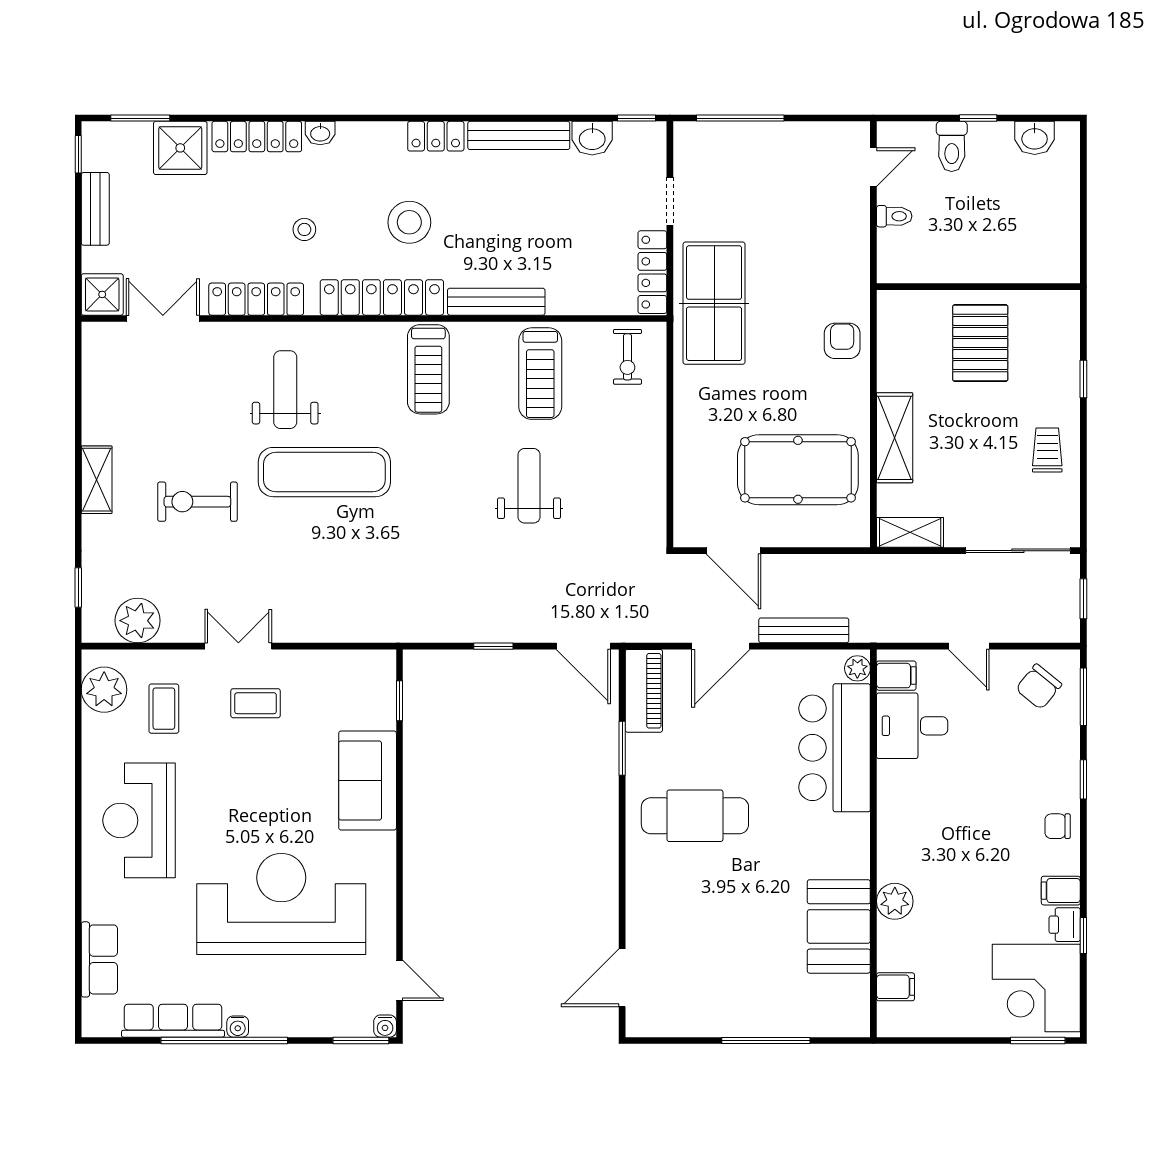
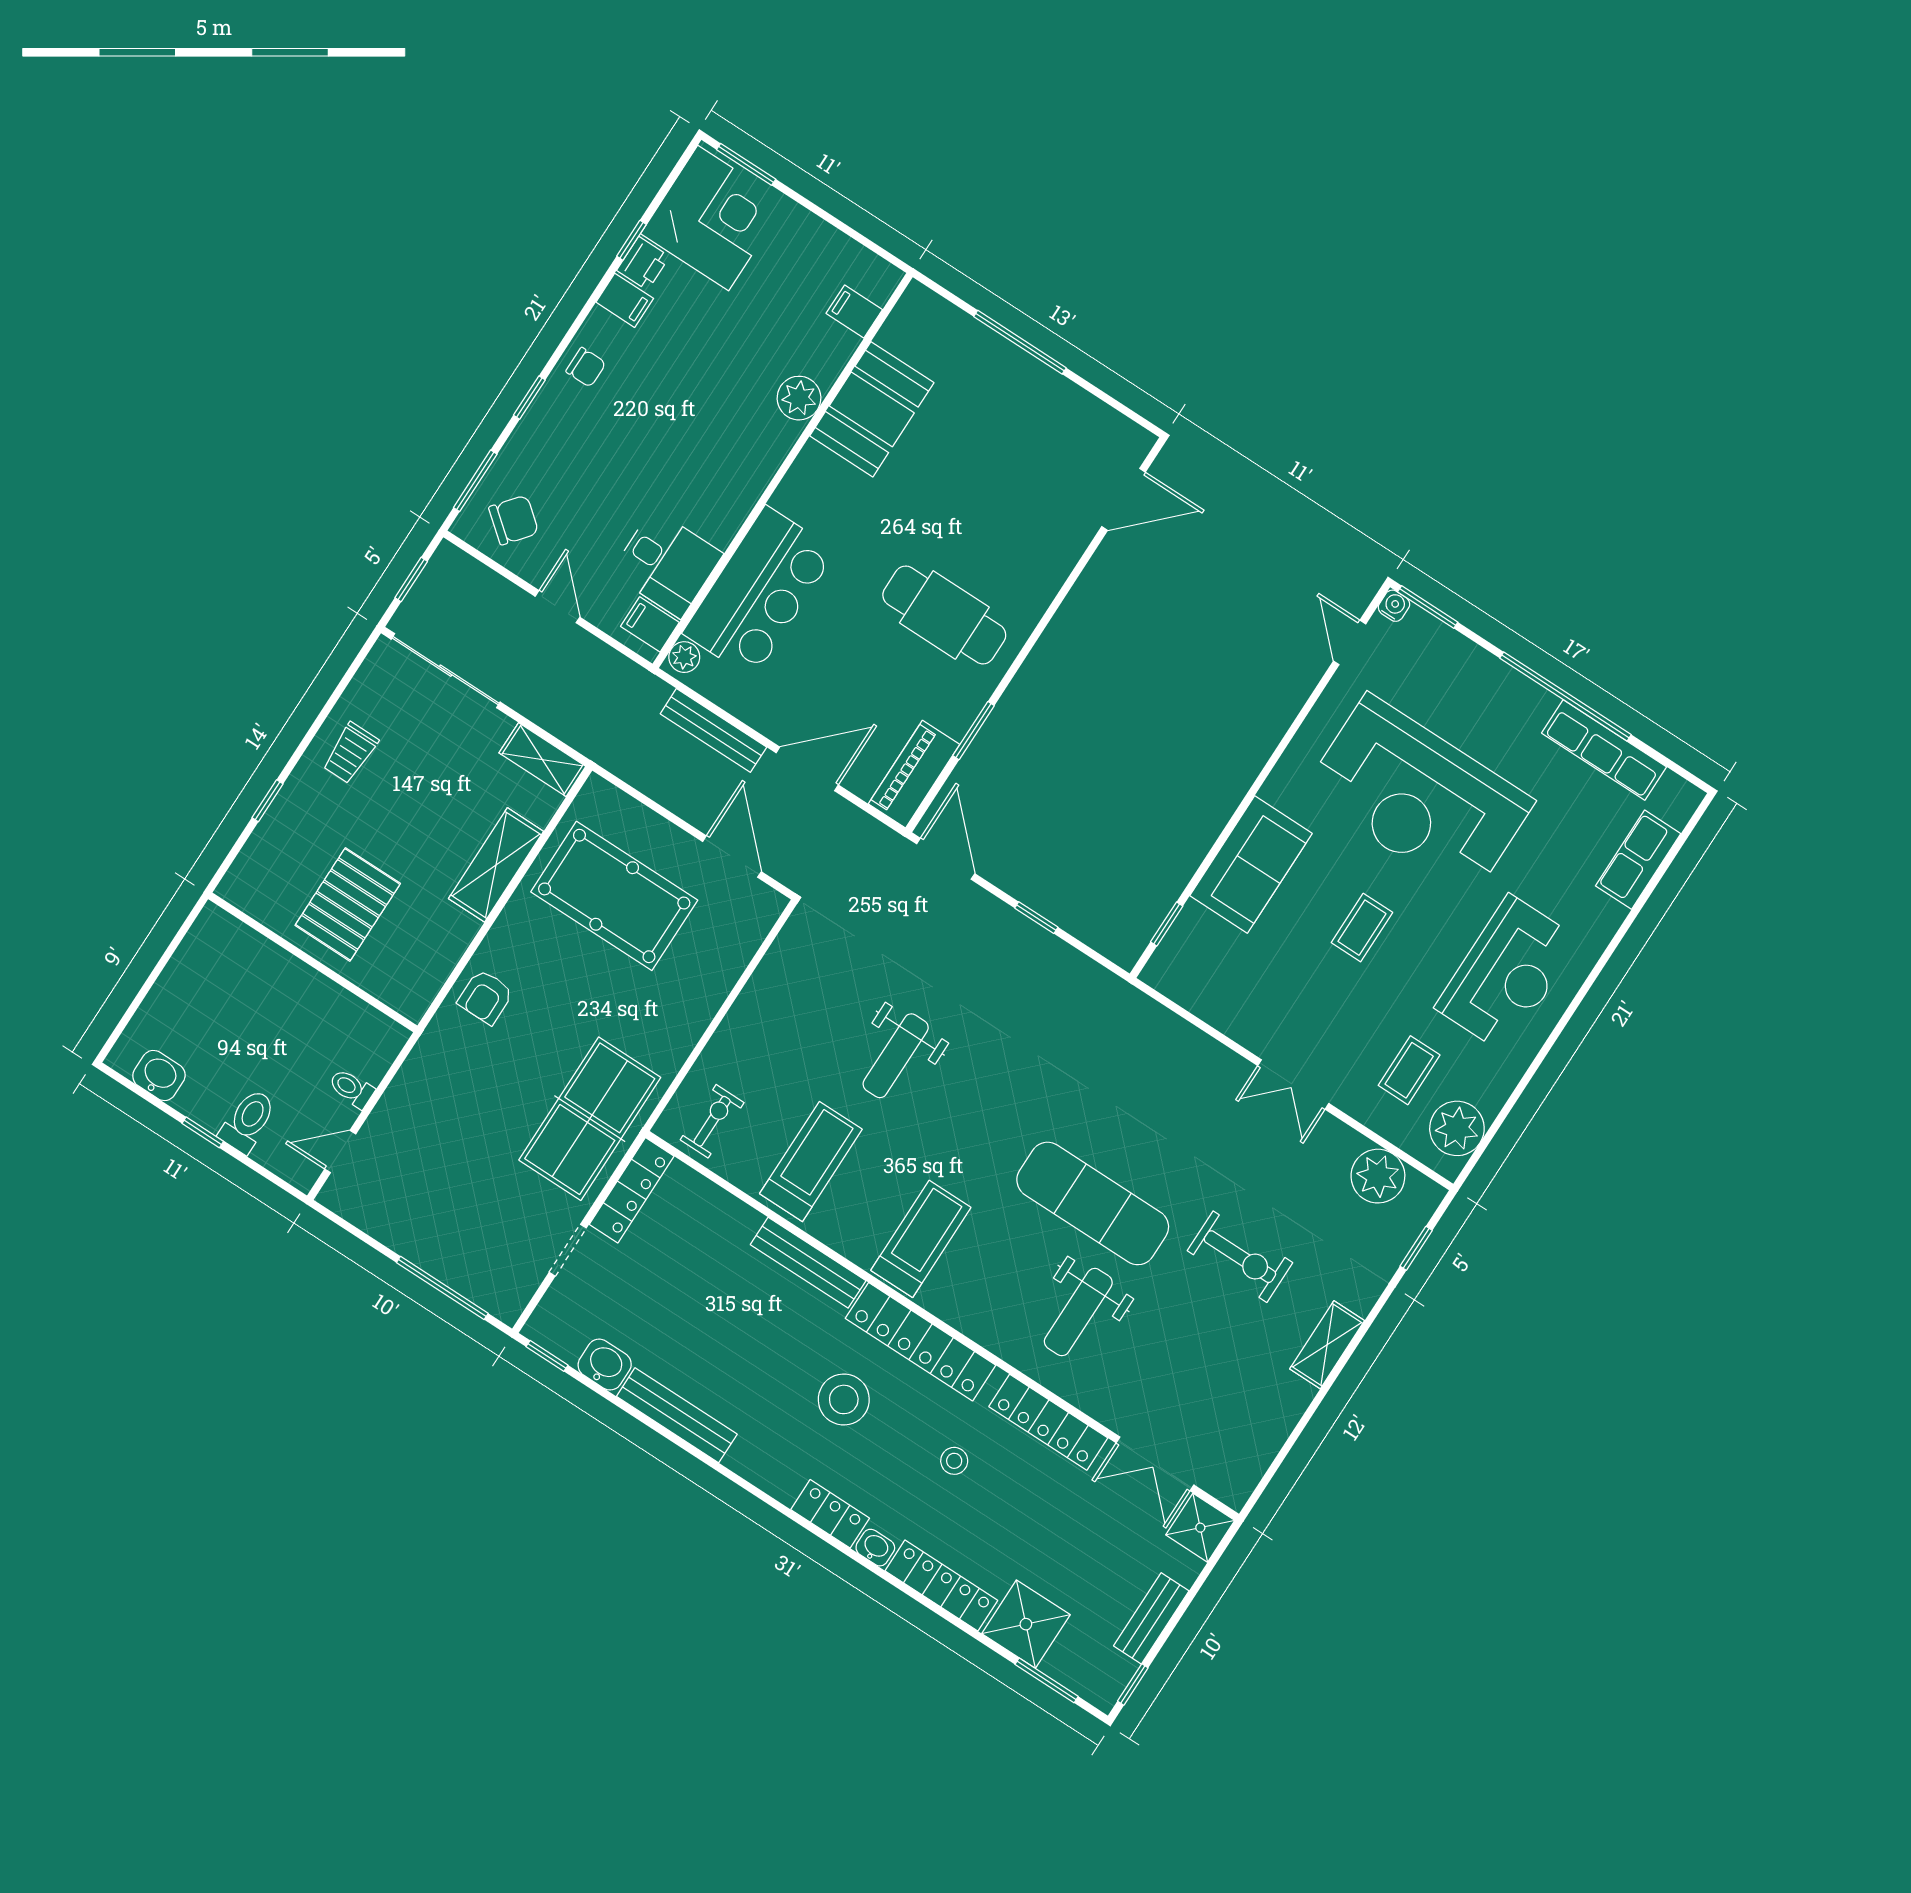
locker: (436, 136) -> (830, 1514), moved
coffee table: (256, 703) -> (1362, 928), moved, turned 90
water cooler: (238, 1027) -> (1543, 702), removed

